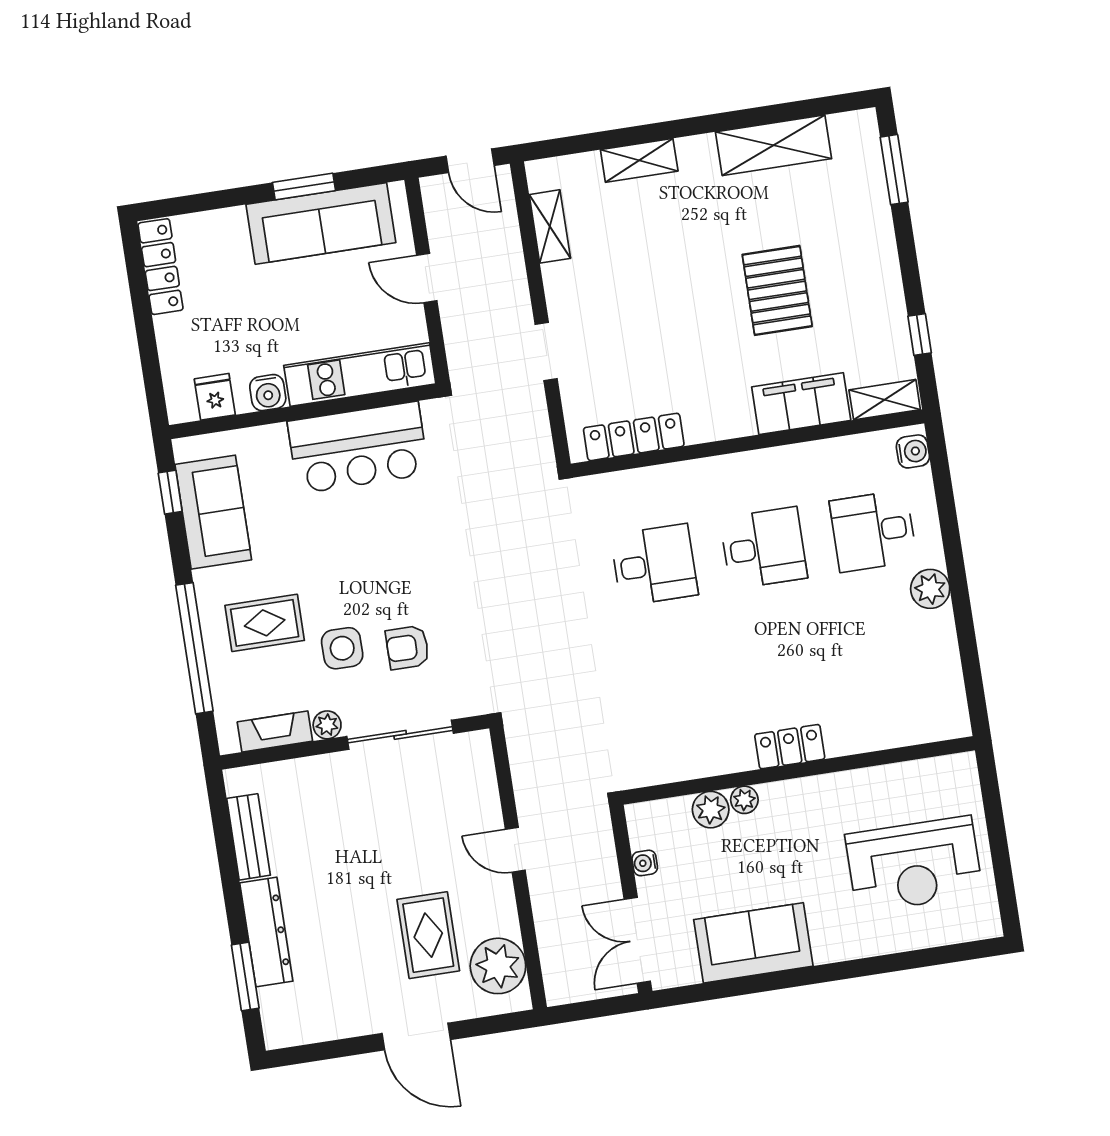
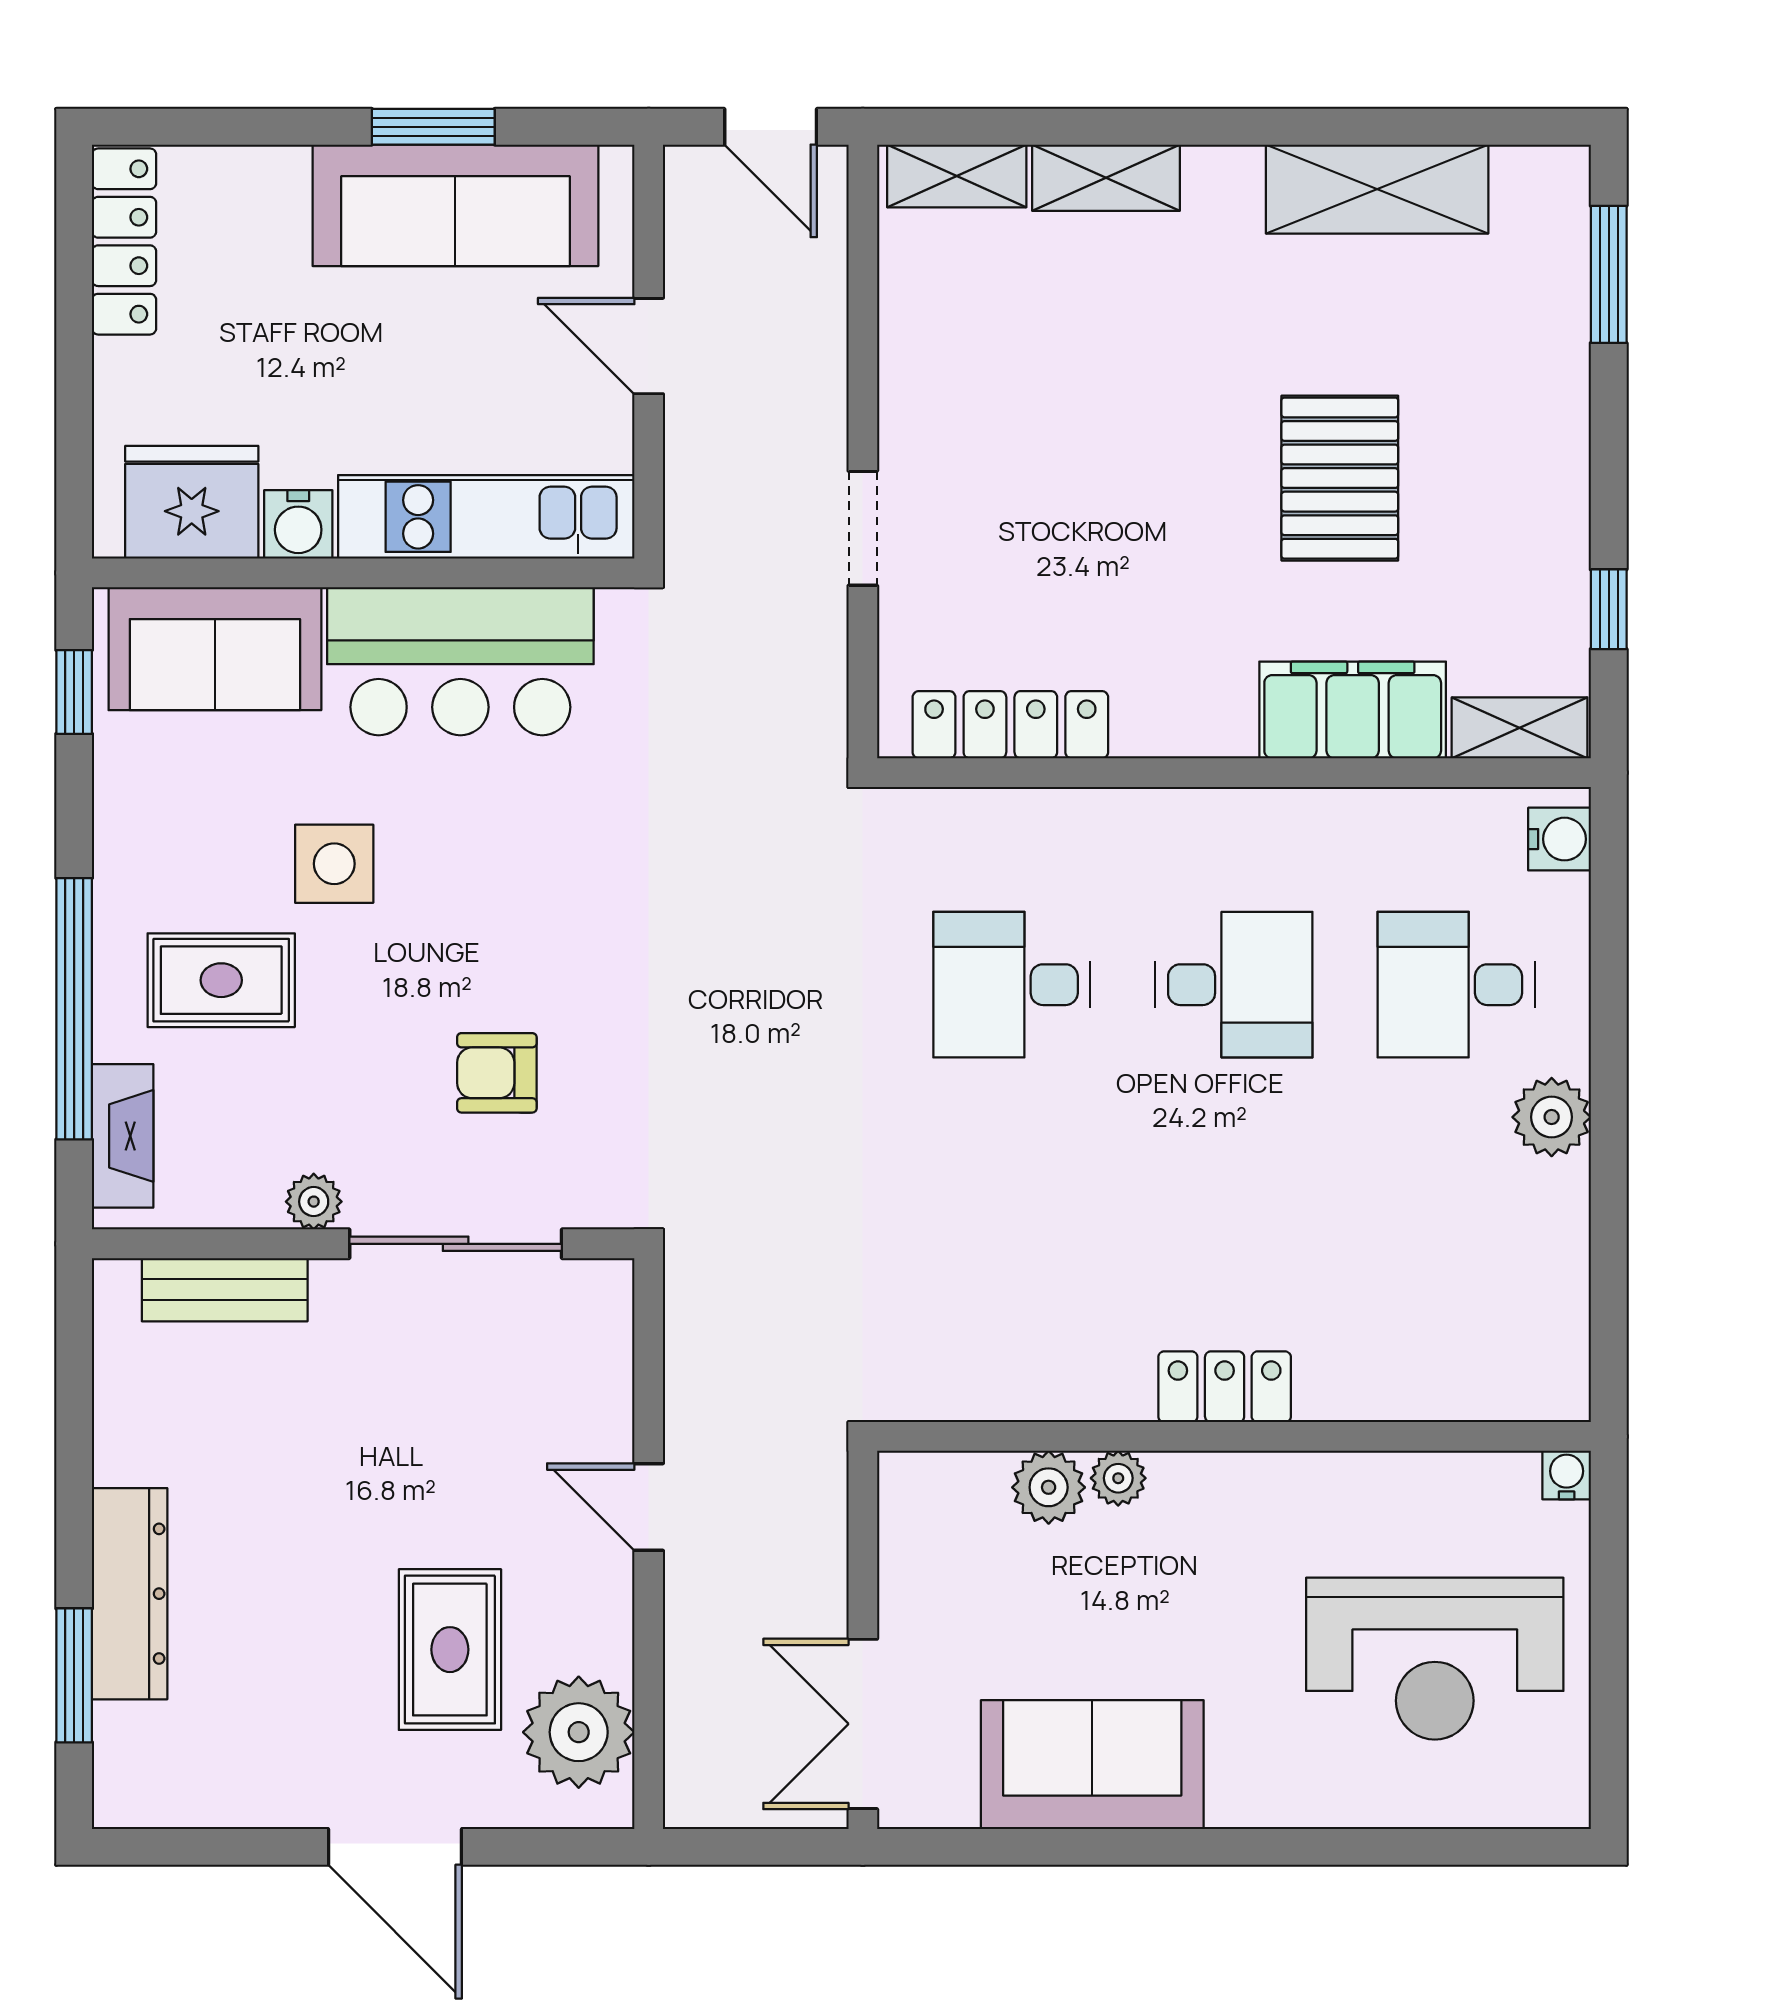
shelving: (550, 226) -> (957, 176), moved, turned 90
fridge: (215, 397) -> (192, 502), width x1.88, depth x1.34
sofa: (213, 512) -> (215, 649), moved, turned 90
desk: (654, 565) -> (1012, 985), turned 180
side table: (342, 648) -> (334, 864), moved
fireplace: (275, 732) -> (123, 1136), moved, turned 90
bench: (249, 837) -> (225, 1290), moved, turned 90
water cooler: (645, 863) -> (1567, 1475), moved, turned 90

